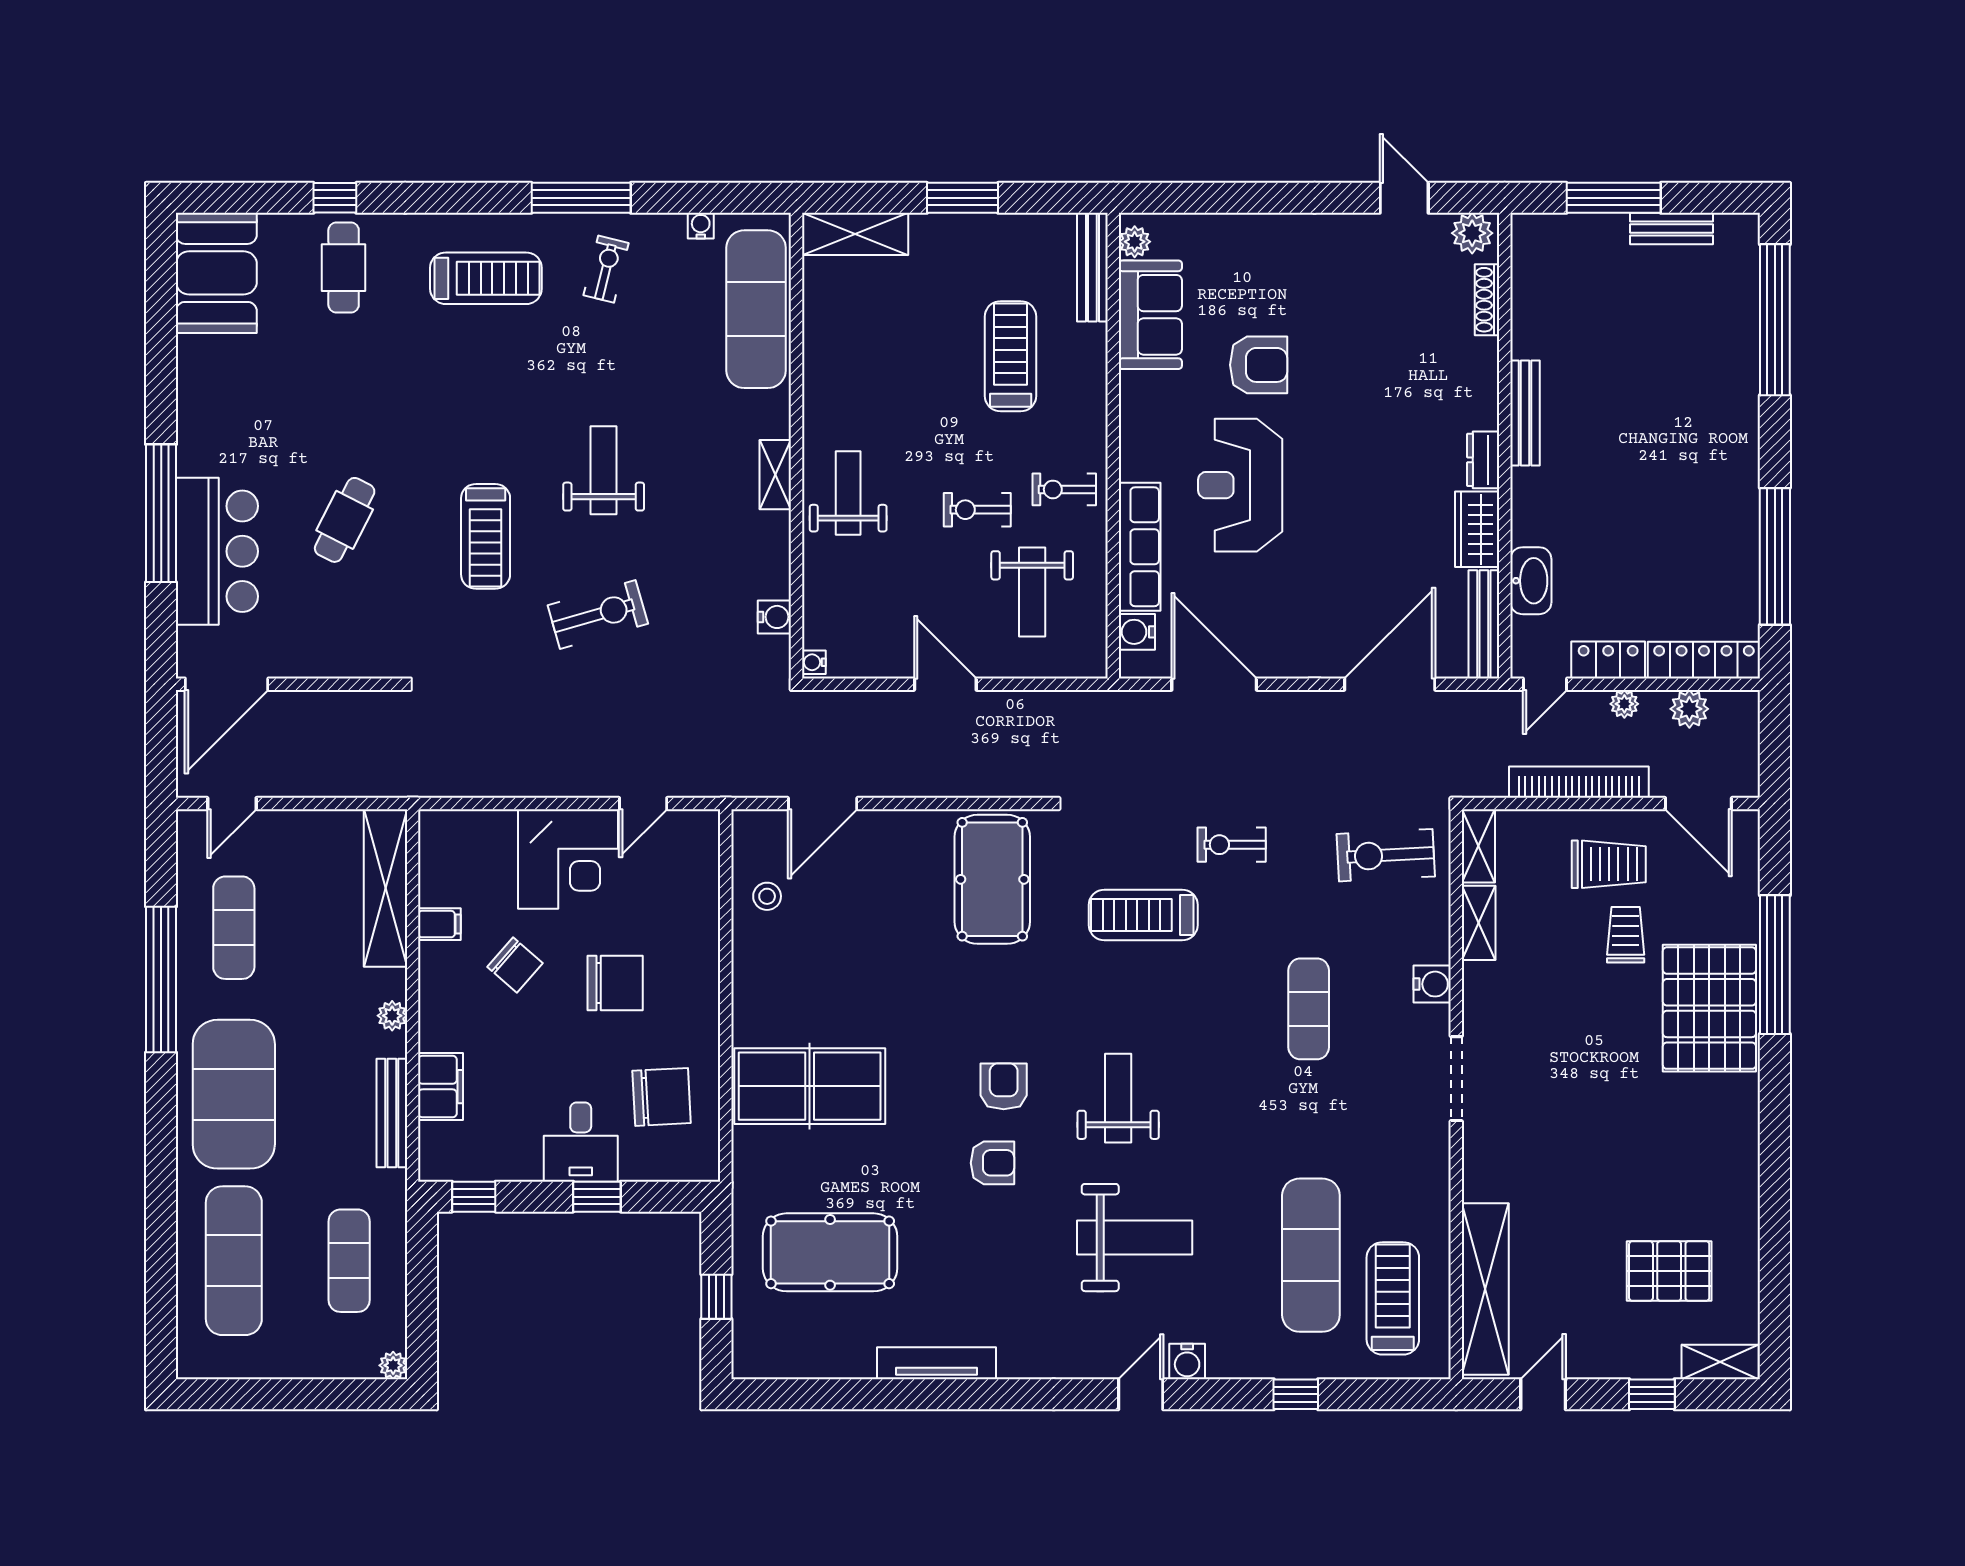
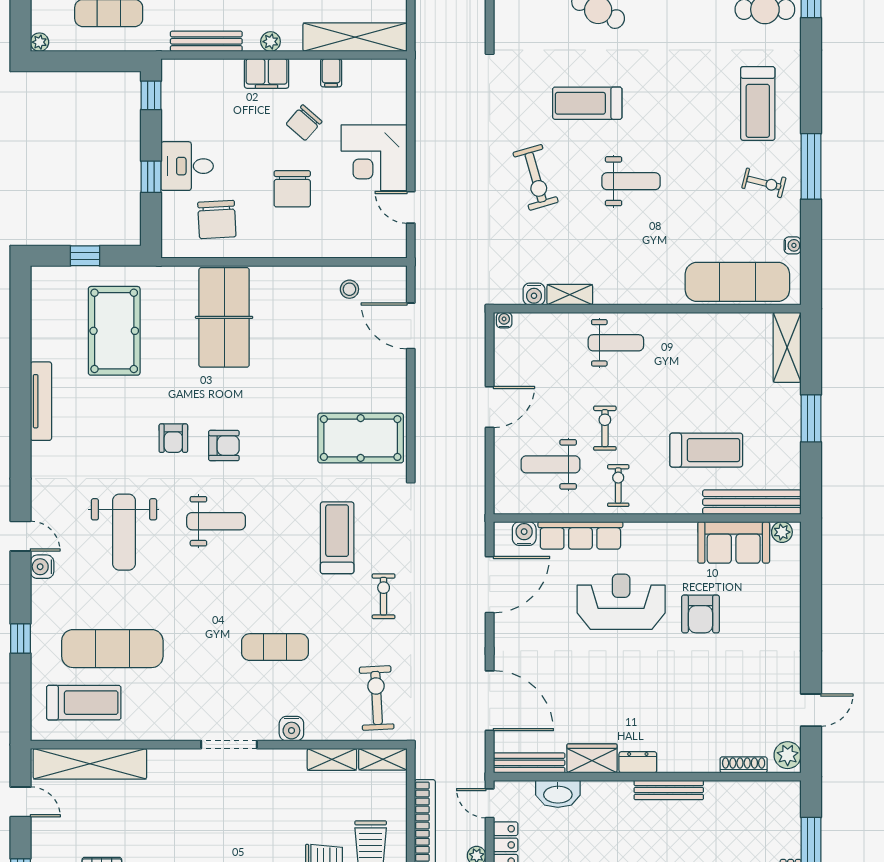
bench: (1092, 267) -> (752, 502), width x1.37, depth x1.21
shelving: (775, 475) -> (570, 295), moved
filing cabinet: (441, 1087) -> (267, 73), moved

